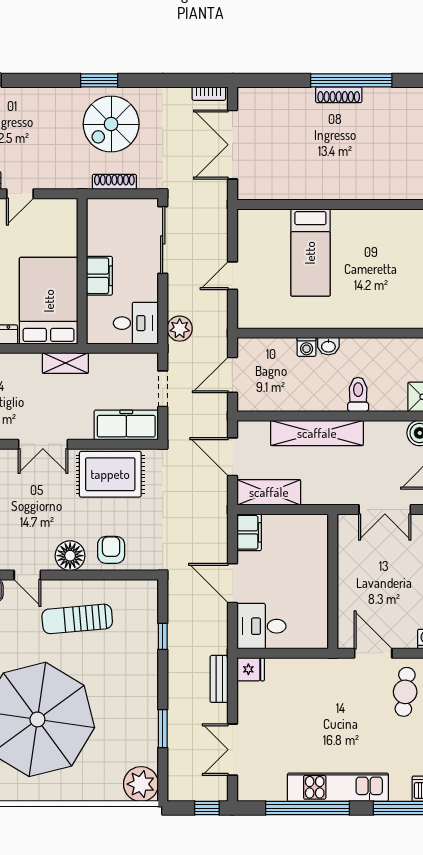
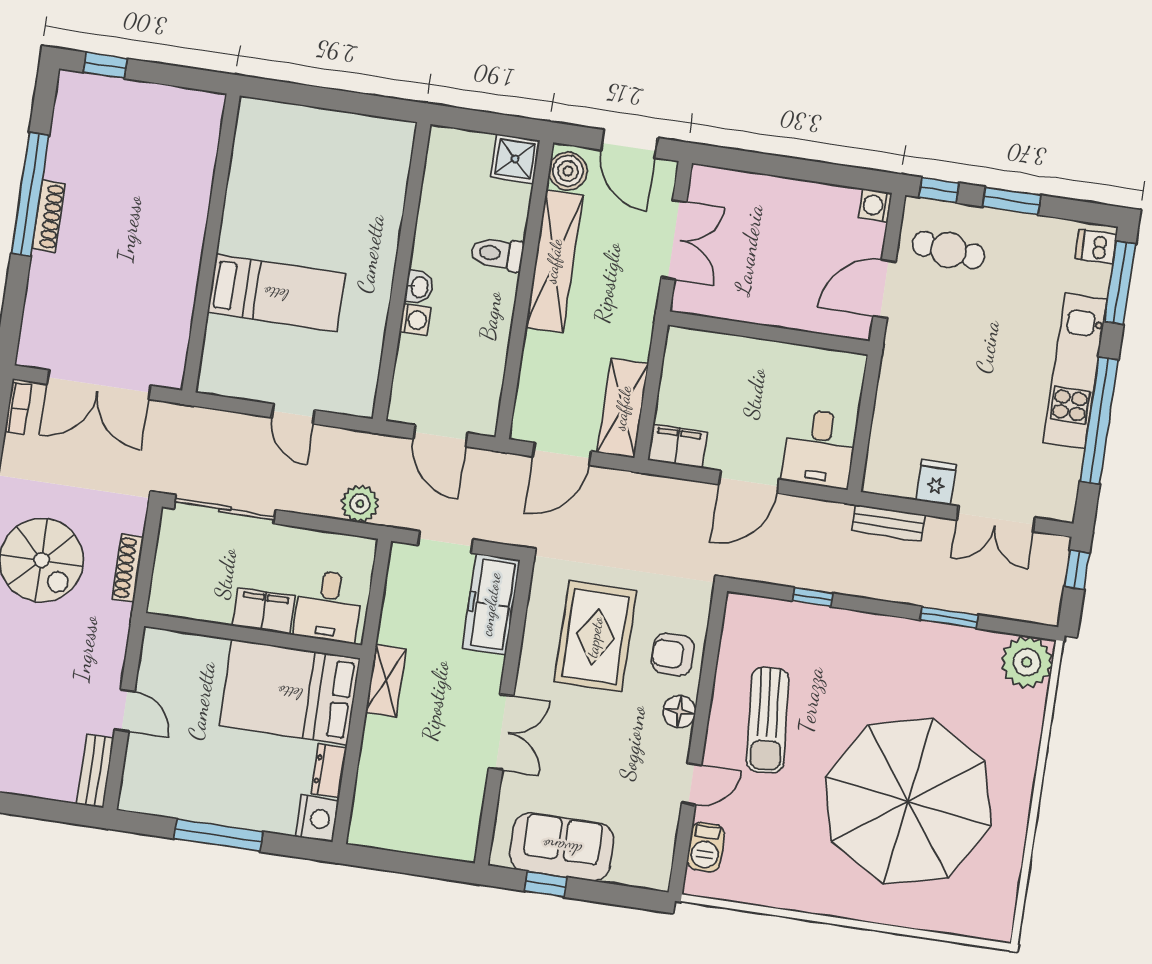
desk: (136, 323) -> (328, 606), moved, turned 180
shelving: (317, 433) -> (554, 261), moved
rug: (110, 474) -> (595, 637), moved
floor lamp: (70, 556) -> (679, 712), width x0.73, depth x0.73
fridge: (251, 669) -> (936, 482), moved

